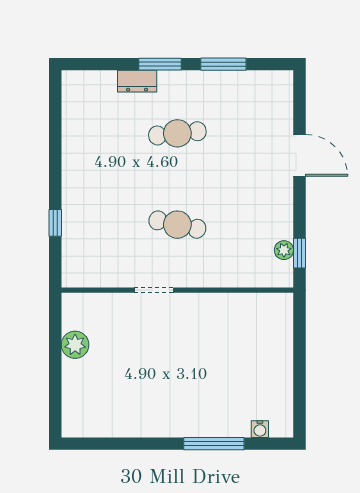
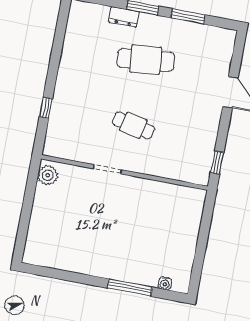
cafe table: (177, 133) -> (146, 60), width x1.37, depth x1.35
plant: (284, 250) -> (206, 158), removed
plant: (75, 345) -> (48, 175), moved

